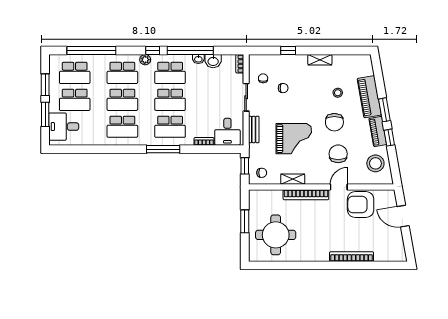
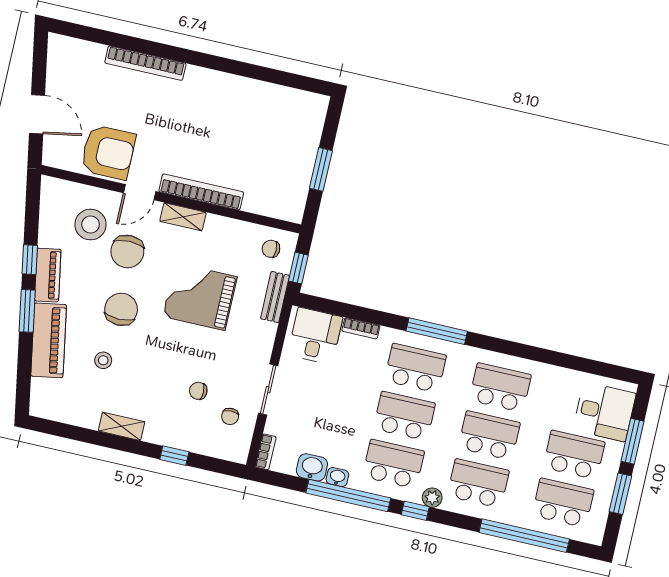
bench: (254, 129) -> (275, 297), moved
stool: (375, 163) -> (91, 225), moved
shelving: (293, 179) -> (183, 217), moved
round table: (276, 235) -> (271, 133), removed

